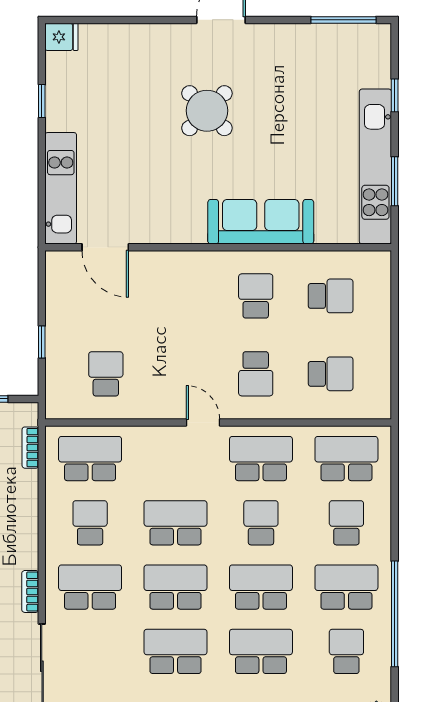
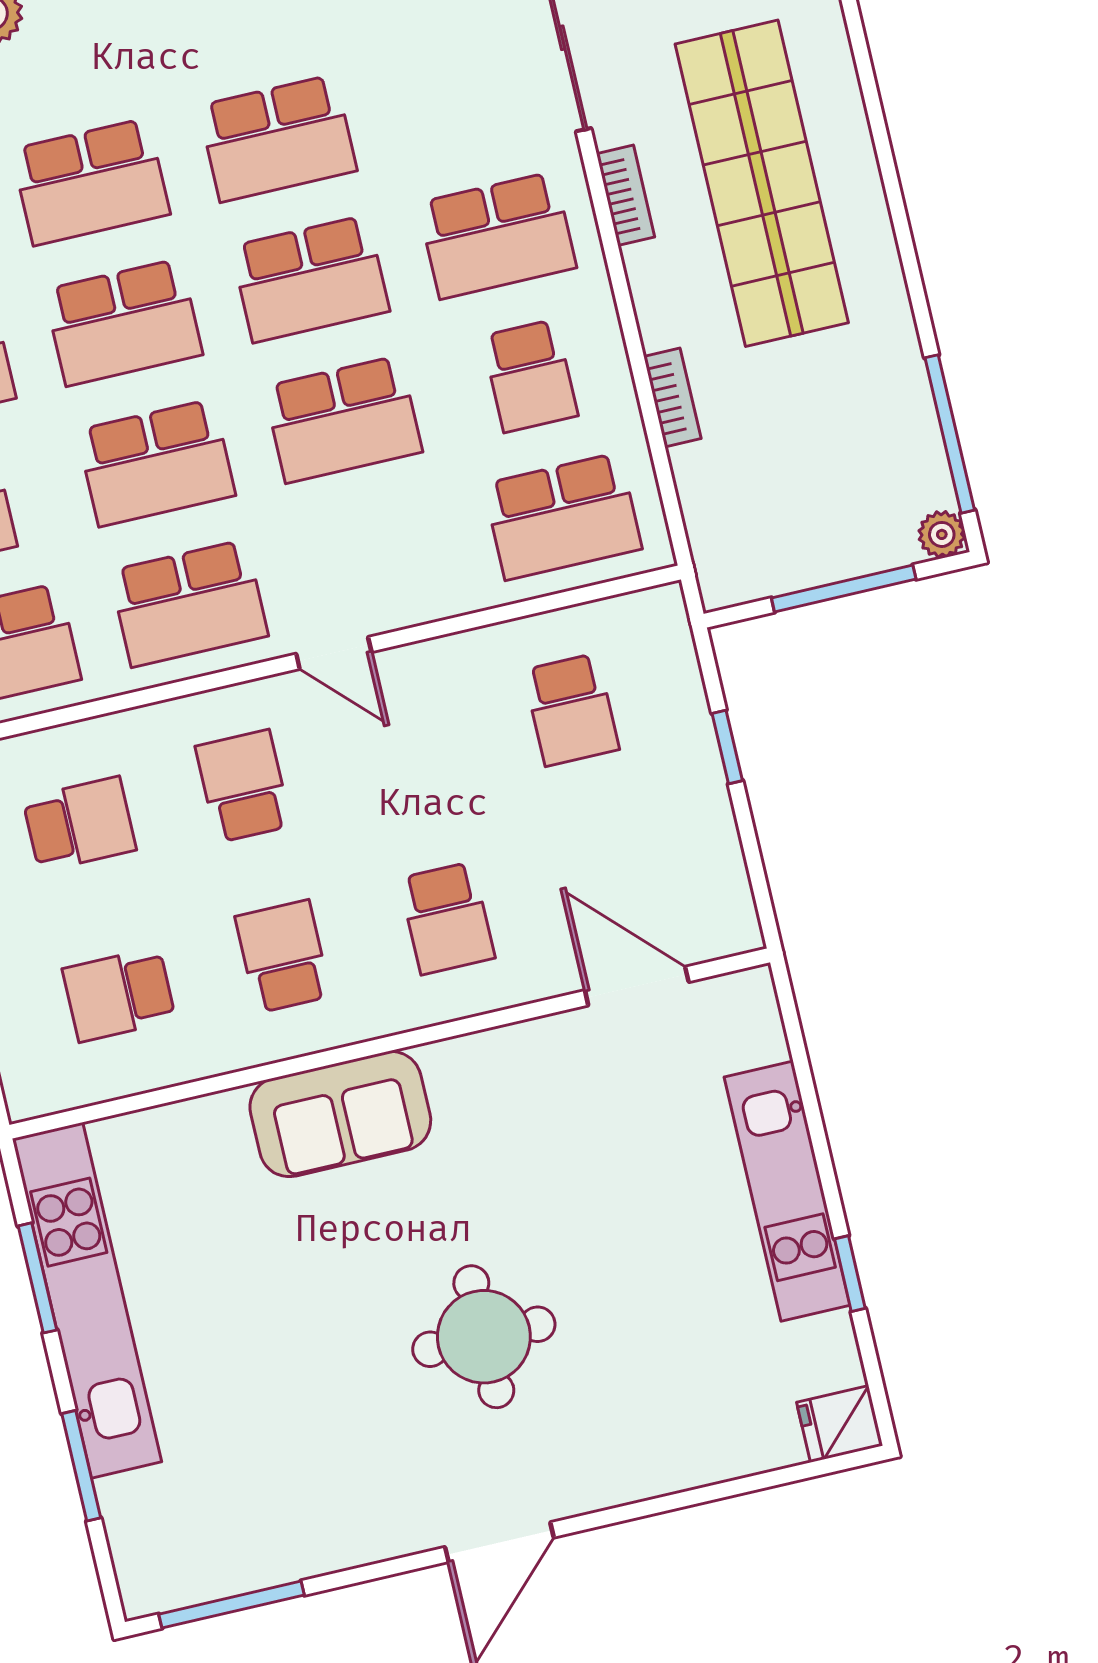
window: (395, 95) -> (81, 1466), width x1.50
round table: (207, 111) -> (484, 1337), turned 45
kitchen unit: (61, 188) -> (787, 1191), moved
sofa: (261, 222) -> (340, 1114), width x0.73
school desk: (181, 296) -> (447, 918), added
school desk: (256, 296) -> (283, 956), turned 180
school desk: (331, 374) -> (79, 824), turned 180
bookcase: (30, 448) -> (672, 397), moved
school desk: (261, 523) -> (156, 463), width x1.85

